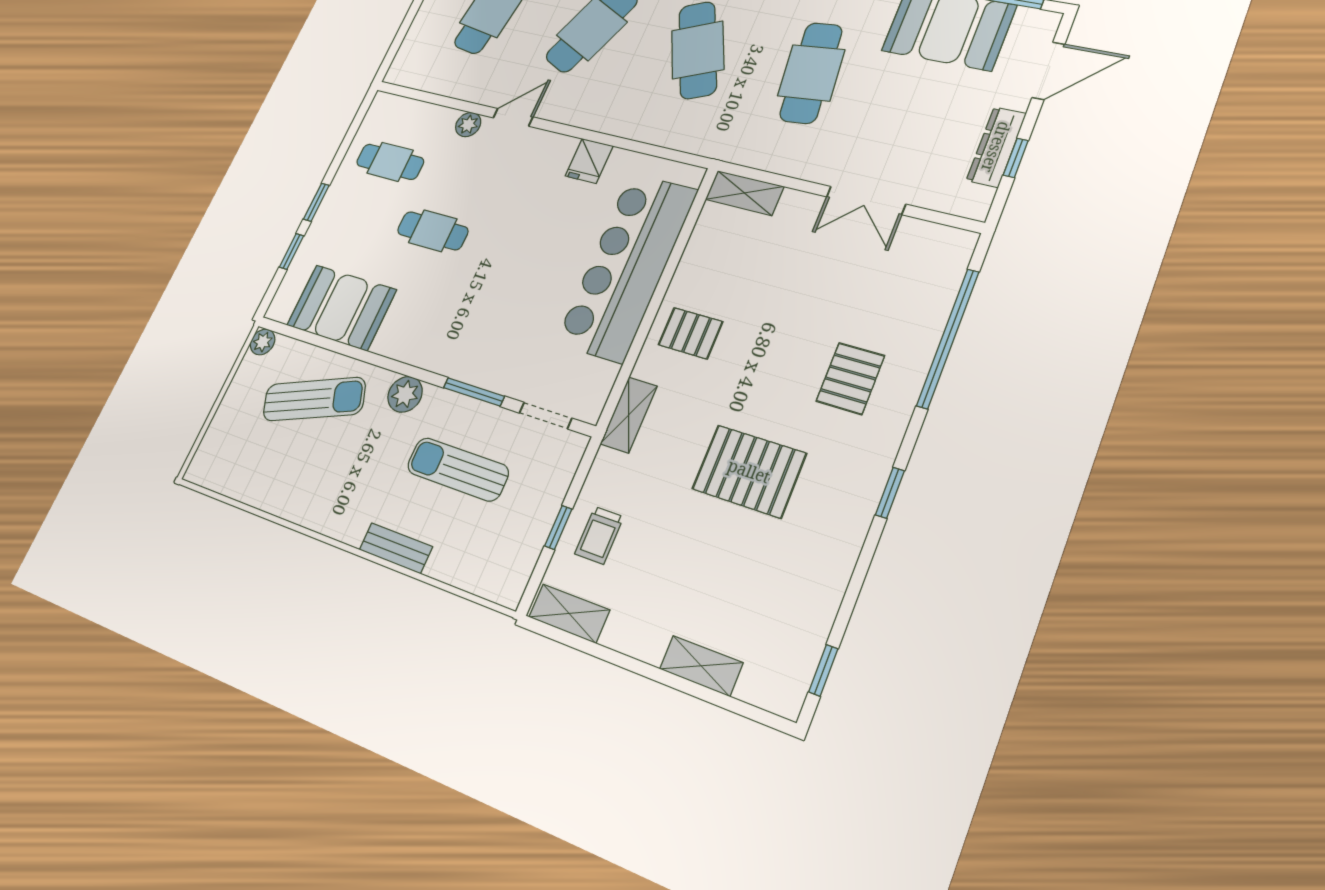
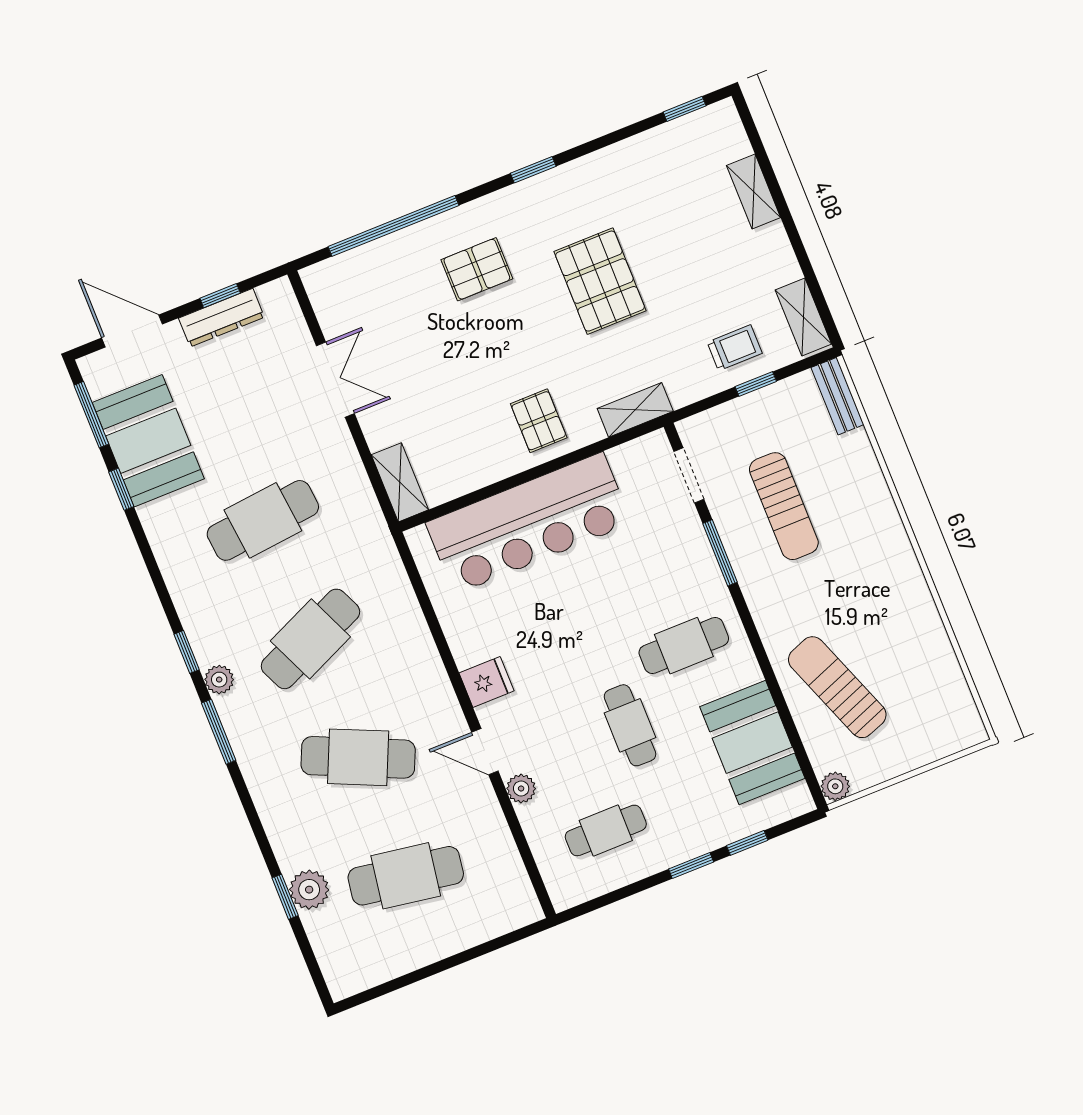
fridge: (589, 161) -> (487, 682), moved
cafe table: (390, 162) -> (606, 830), turned 90
cafe table: (443, 312) -> (684, 646), added
plant: (405, 394) -> (769, 610), removed
bench: (396, 548) -> (837, 396), moved

